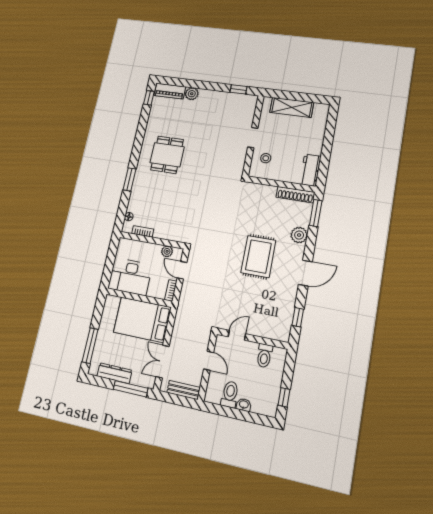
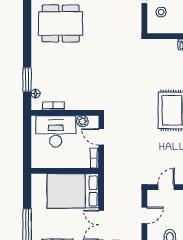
dining table: (167, 155) -> (61, 23), width x1.38
window: (129, 179) -> (27, 80), moved
desk: (130, 277) -> (56, 131), moved, turned 180
door: (209, 361) -> (144, 215), hinge flipped

